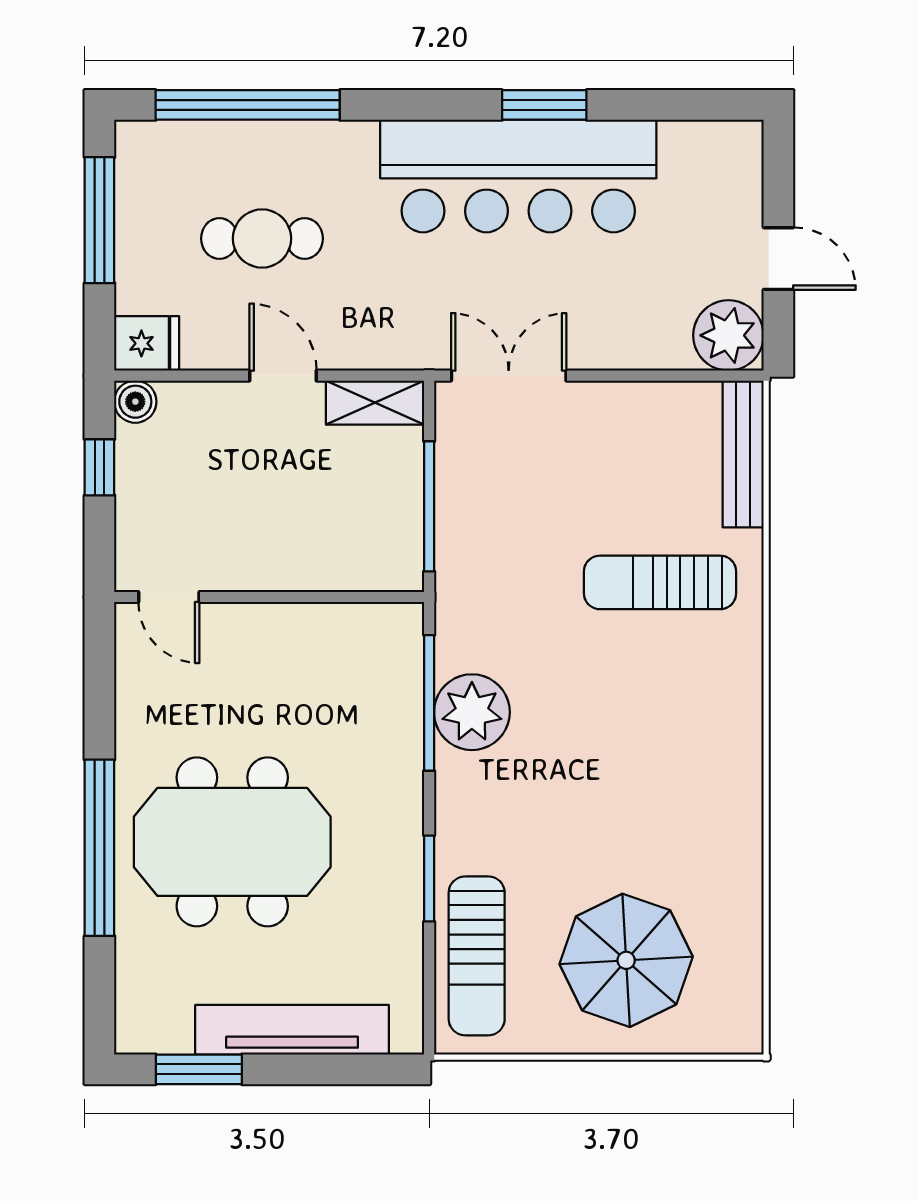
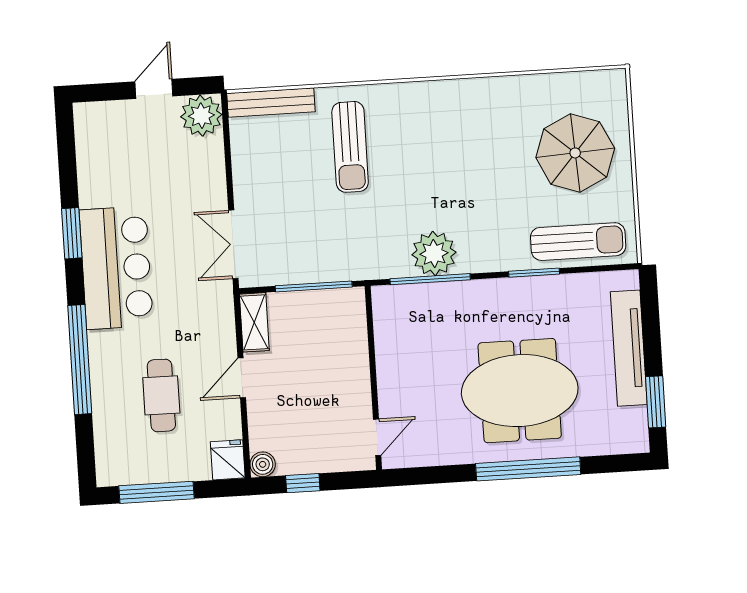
window: (248, 105) -> (80, 360), moved
bar counter: (518, 176) -> (116, 268), width x0.73
meeting table: (232, 842) -> (520, 391), turned 90

